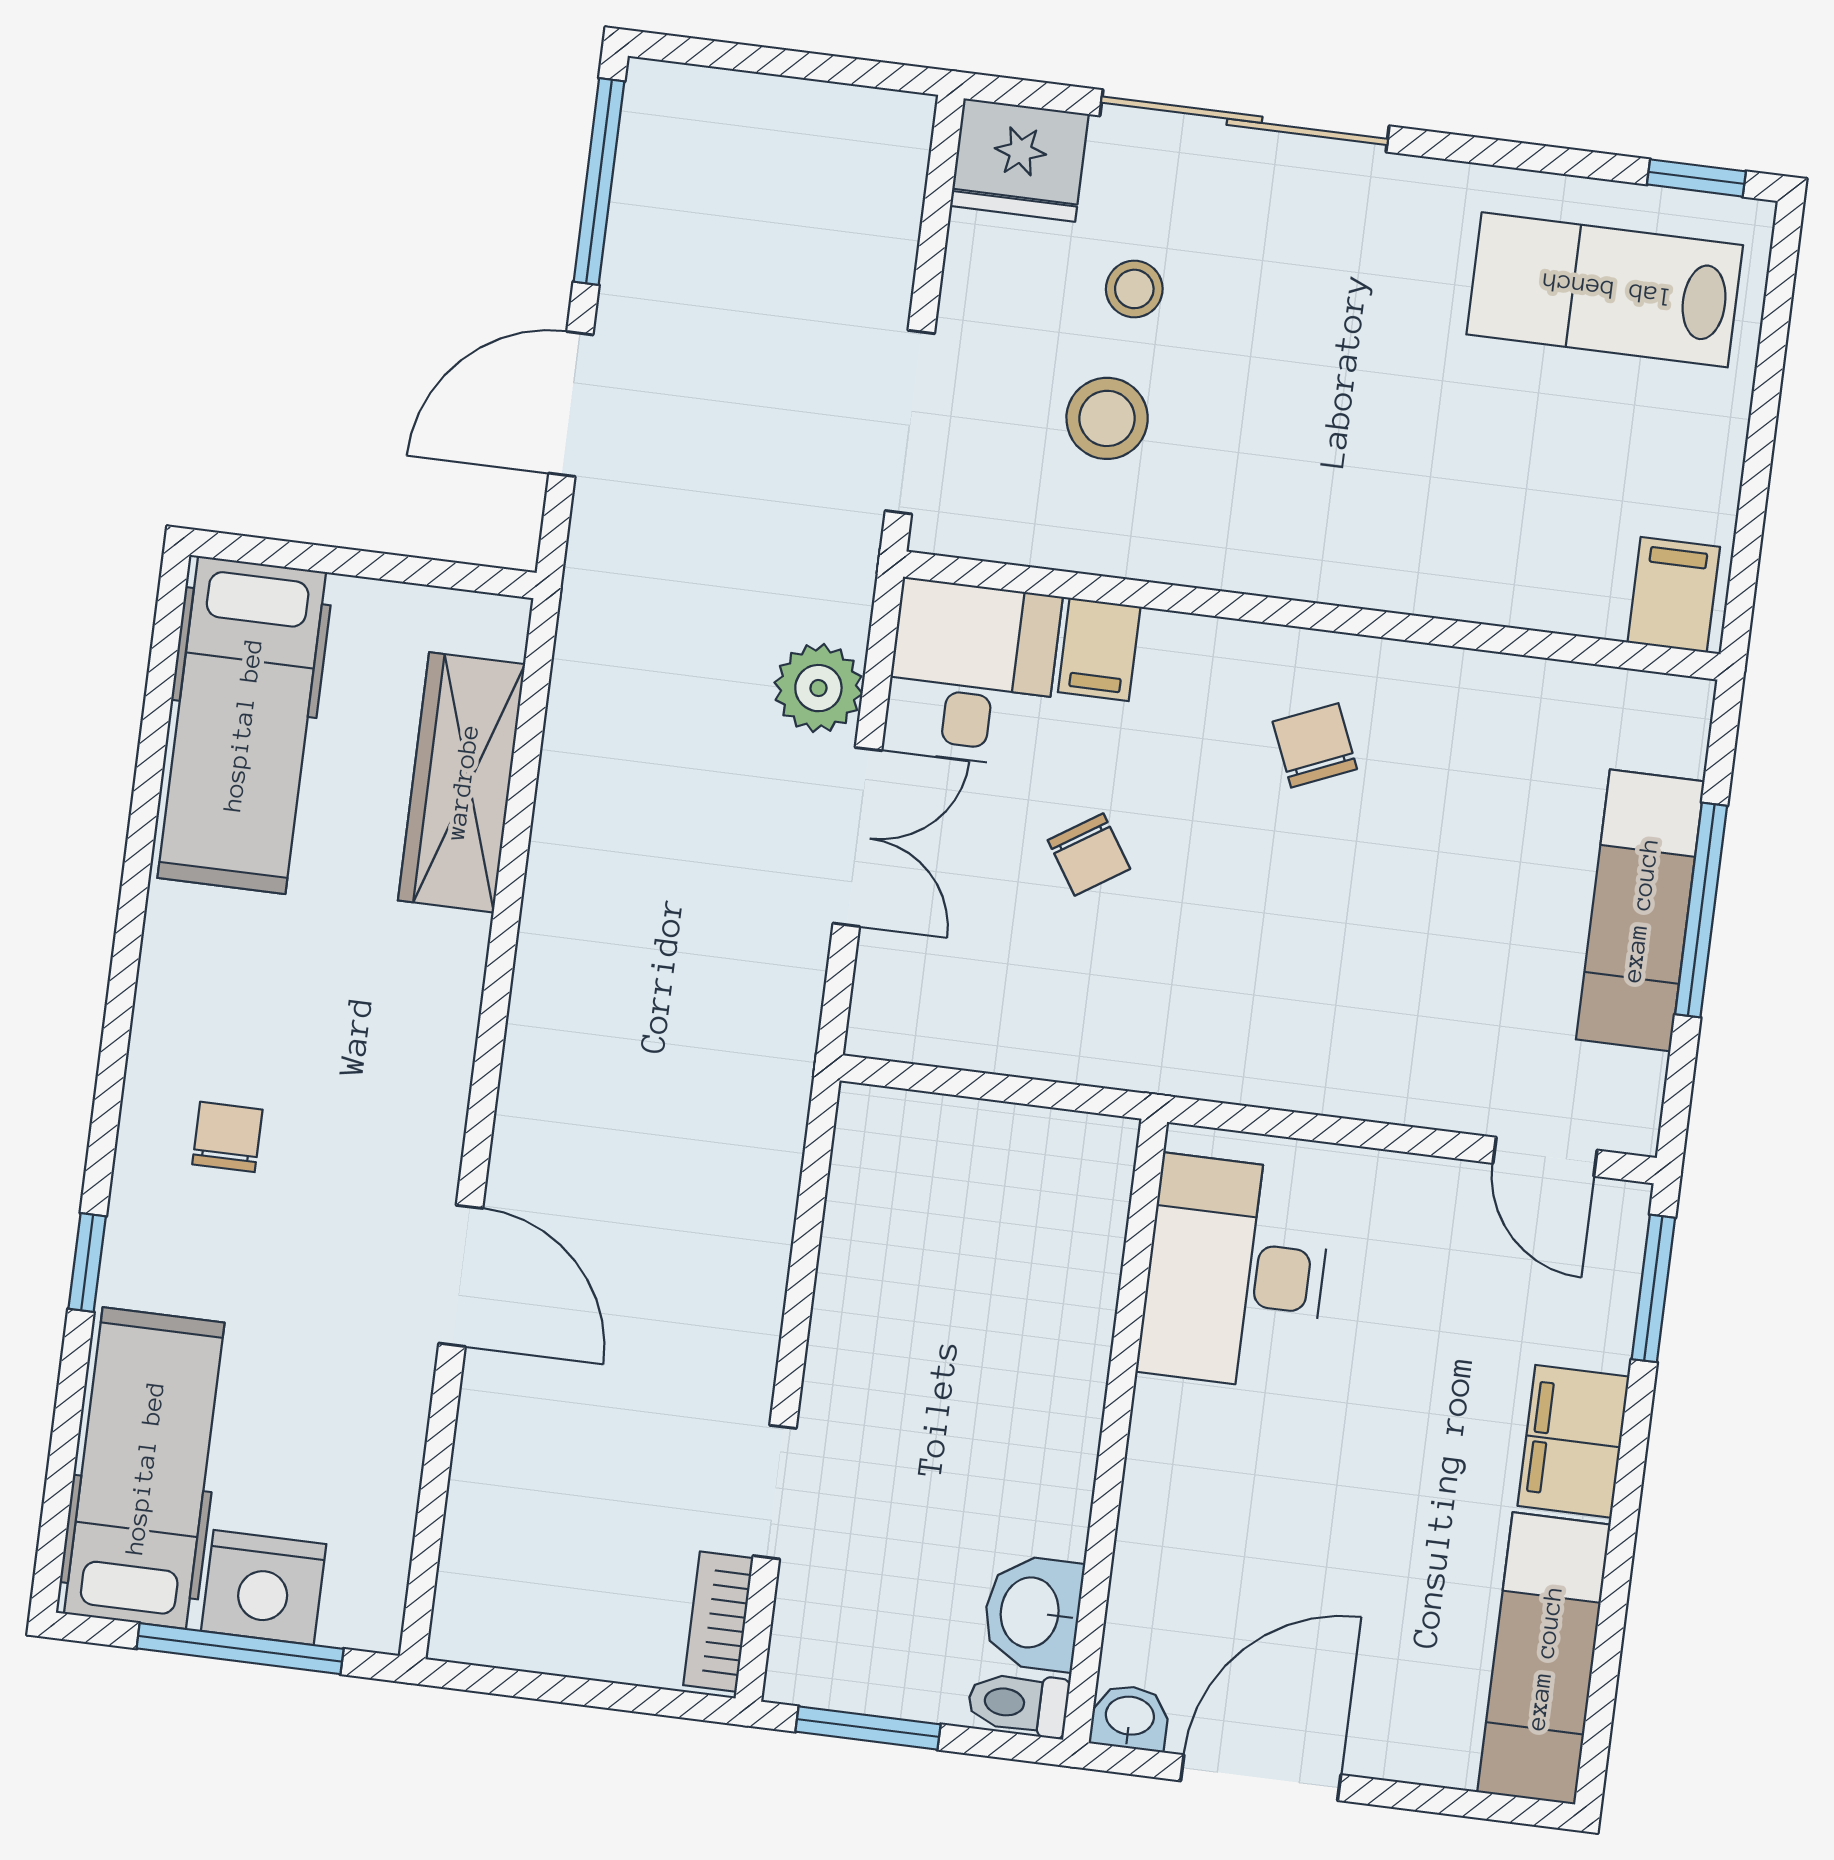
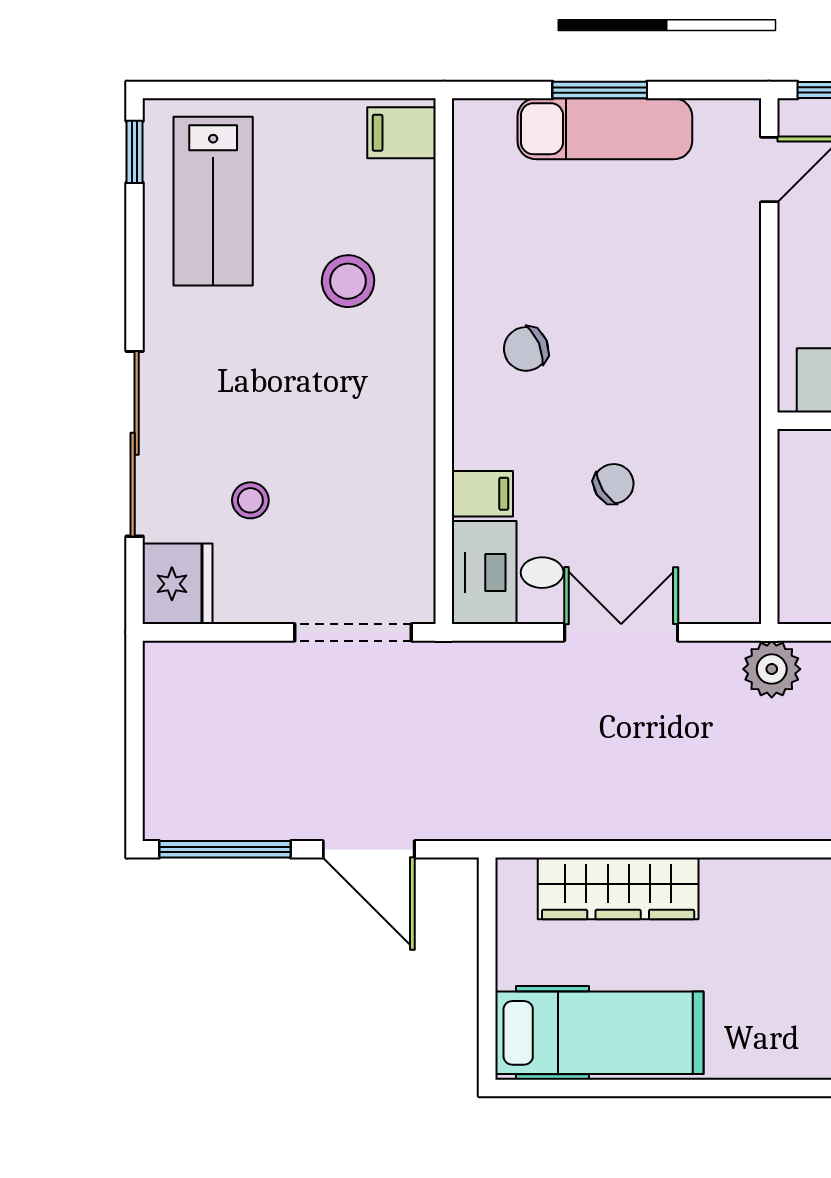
stool: (1107, 418) -> (348, 281), moved
plant: (818, 688) -> (772, 669), moved
window: (1701, 910) -> (600, 90), width x0.69

